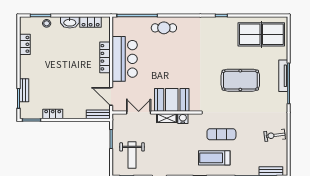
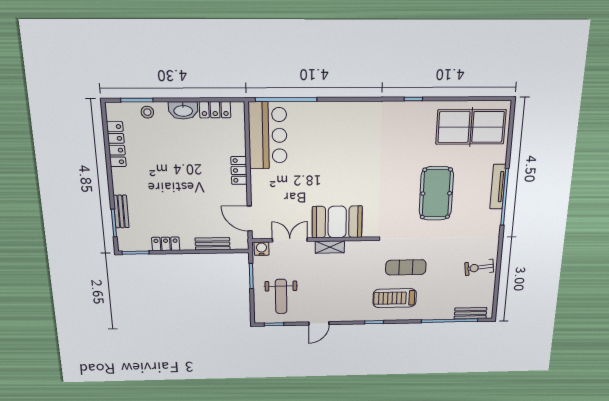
cafe table: (164, 28) -> (327, 118), removed
locker: (25, 44) -> (116, 144), width x1.53
locker: (105, 57) -> (239, 170), width x0.66
bar counter: (125, 59) -> (268, 135), moved
pool table: (240, 80) -> (436, 193), turned 90
bench: (98, 114) -> (213, 244), moved
water cooler: (183, 119) -> (262, 249), moved

